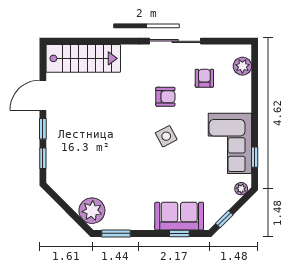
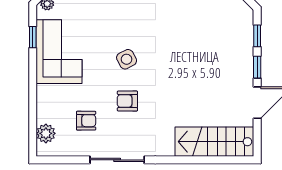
armchair: (204, 78) -> (86, 121), turned -90

